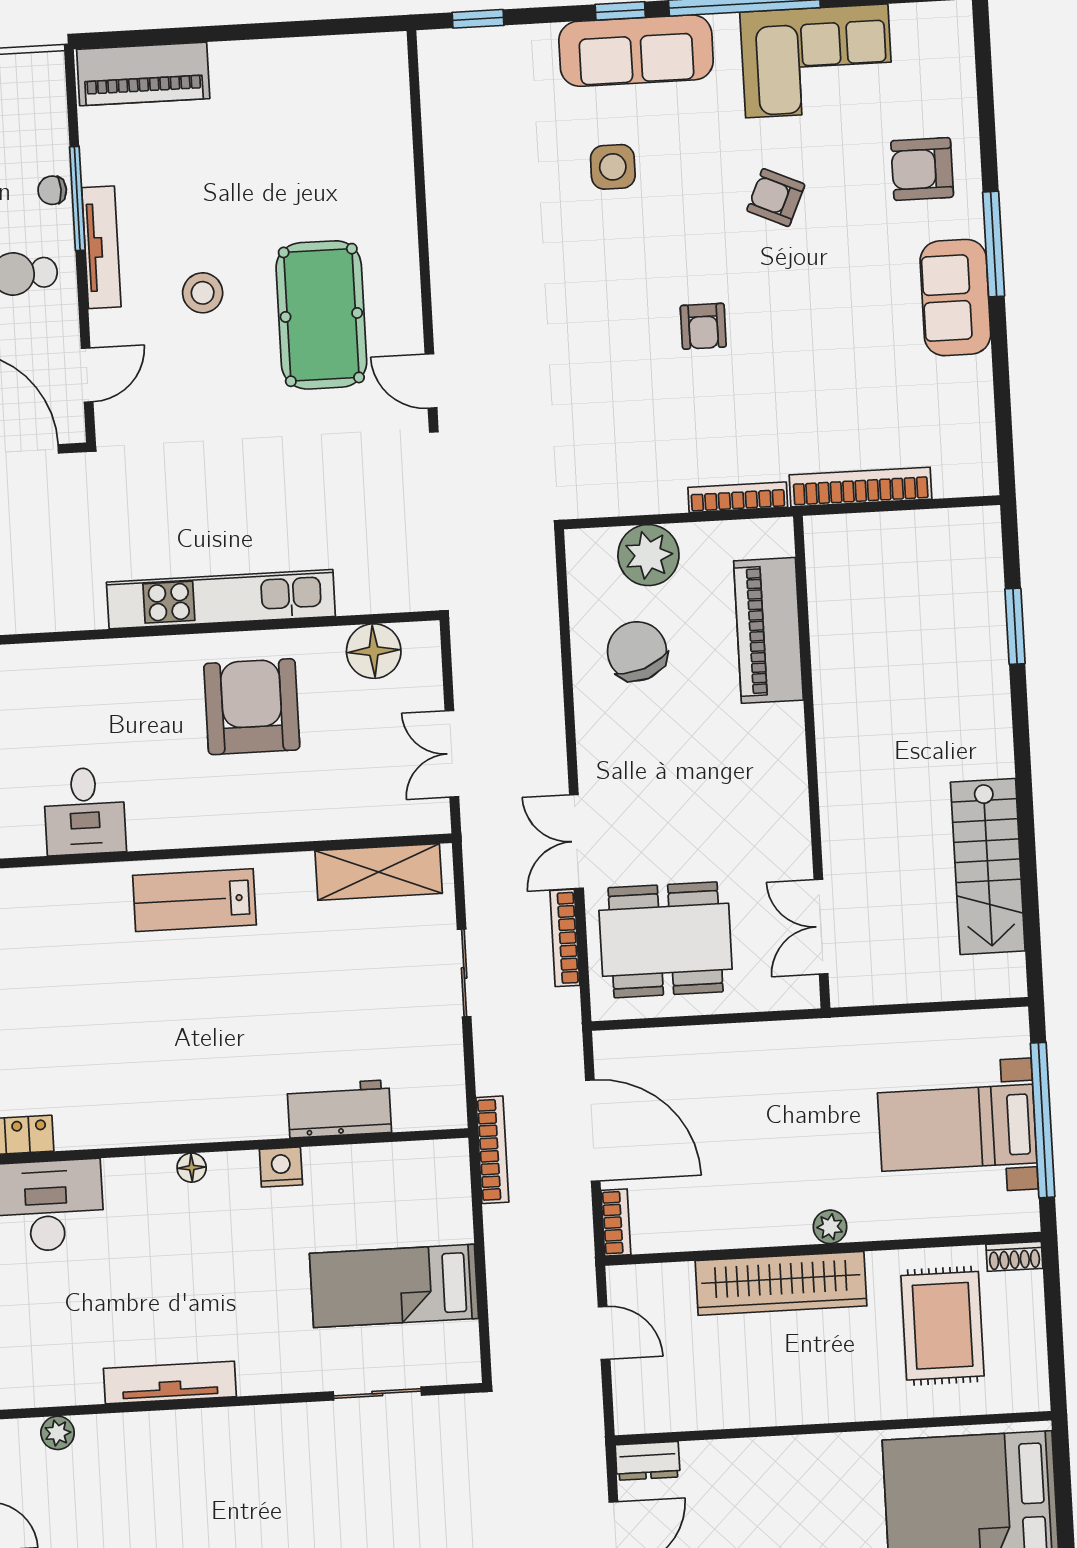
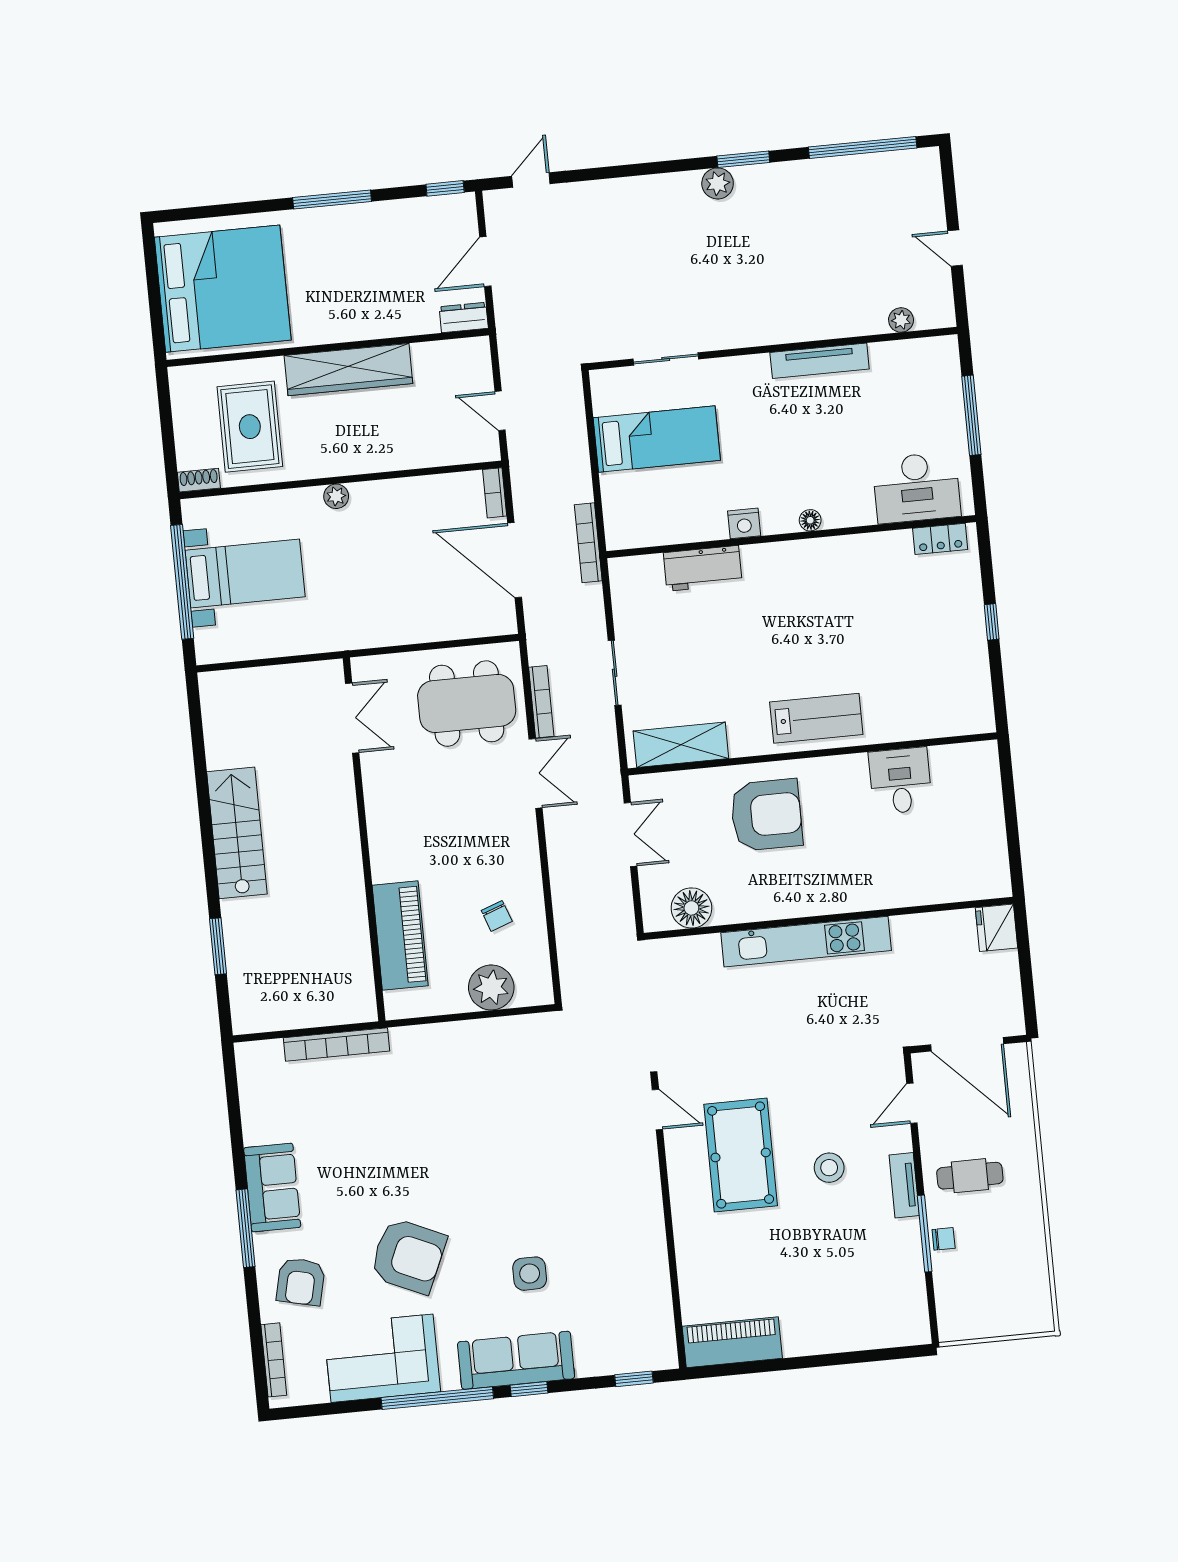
piano: (143, 74) -> (732, 1342), moved
armchair: (922, 169) -> (301, 1282), turned 103
armchair: (776, 198) -> (408, 1256), width x1.88, depth x1.88
tv unit: (101, 247) -> (904, 1185), width x0.71
armchair: (703, 326) -> (458, 1158), removed
bookcase: (738, 497) -> (274, 1360), moved, turned -90
chair: (637, 651) -> (497, 916), width x0.54, depth x0.54
armchair: (252, 707) -> (766, 815), moved, turned -90
stairs: (988, 867) -> (237, 833), moved
wardrobe: (781, 1283) -> (348, 370), moved, turned 180

